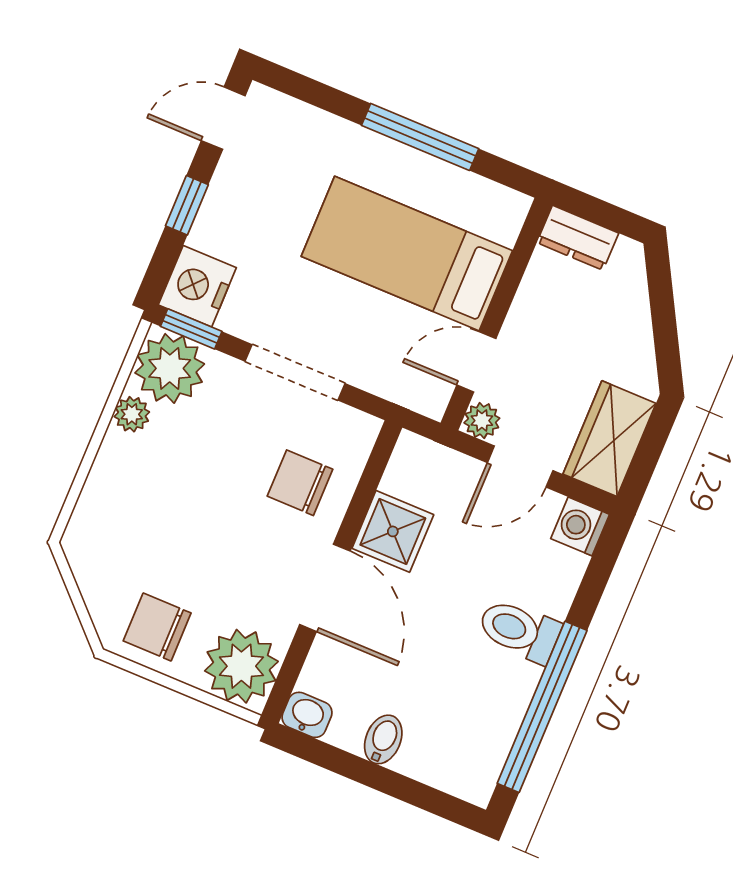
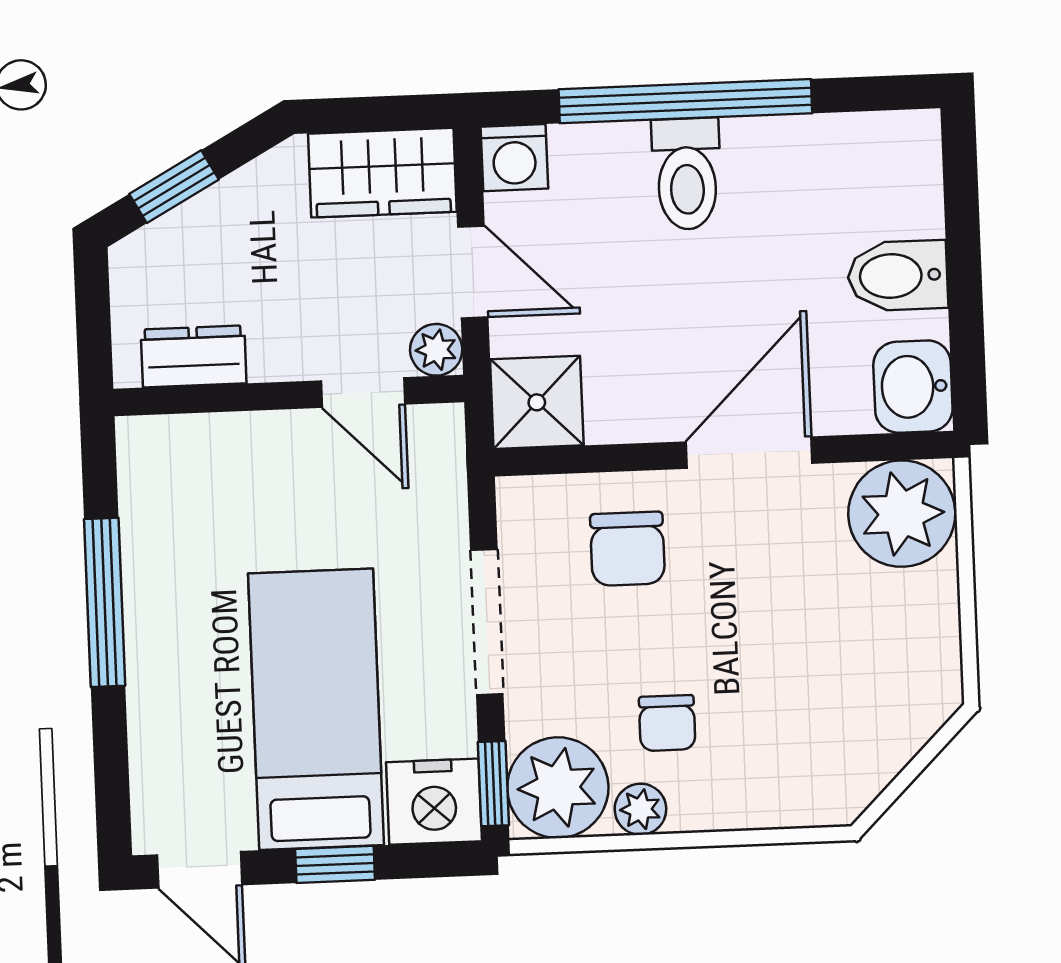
dresser: (578, 238) -> (194, 356), moved, turned -90
bed: (407, 253) -> (316, 709), moved, turned 180
window: (662, 303) -> (174, 187), added
shower: (393, 531) -> (537, 402), moved
chair: (157, 627) -> (667, 723), moved, width x0.73, depth x0.73
window: (542, 707) -> (685, 101), moved
washbasin: (307, 715) -> (913, 387), width x1.38, depth x1.45
bidet: (383, 739) -> (898, 276), width x1.38, depth x1.36

